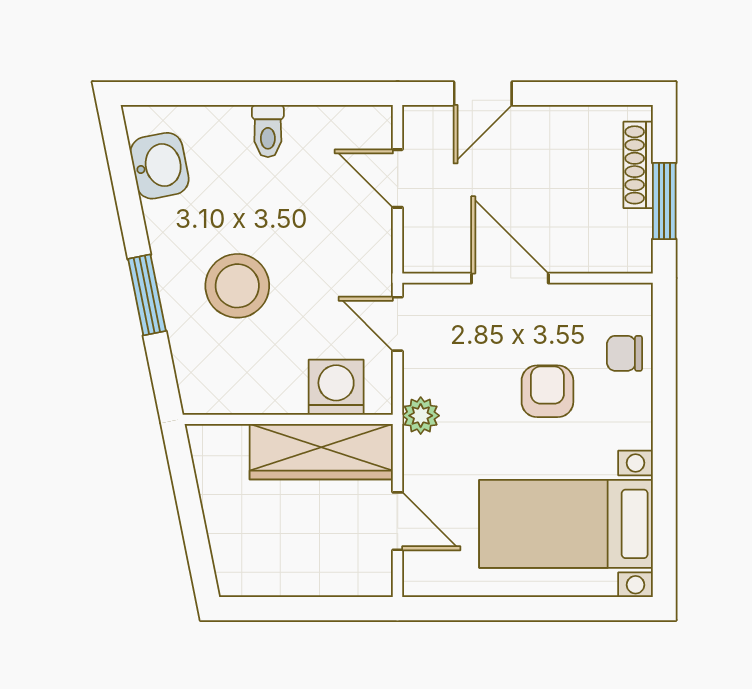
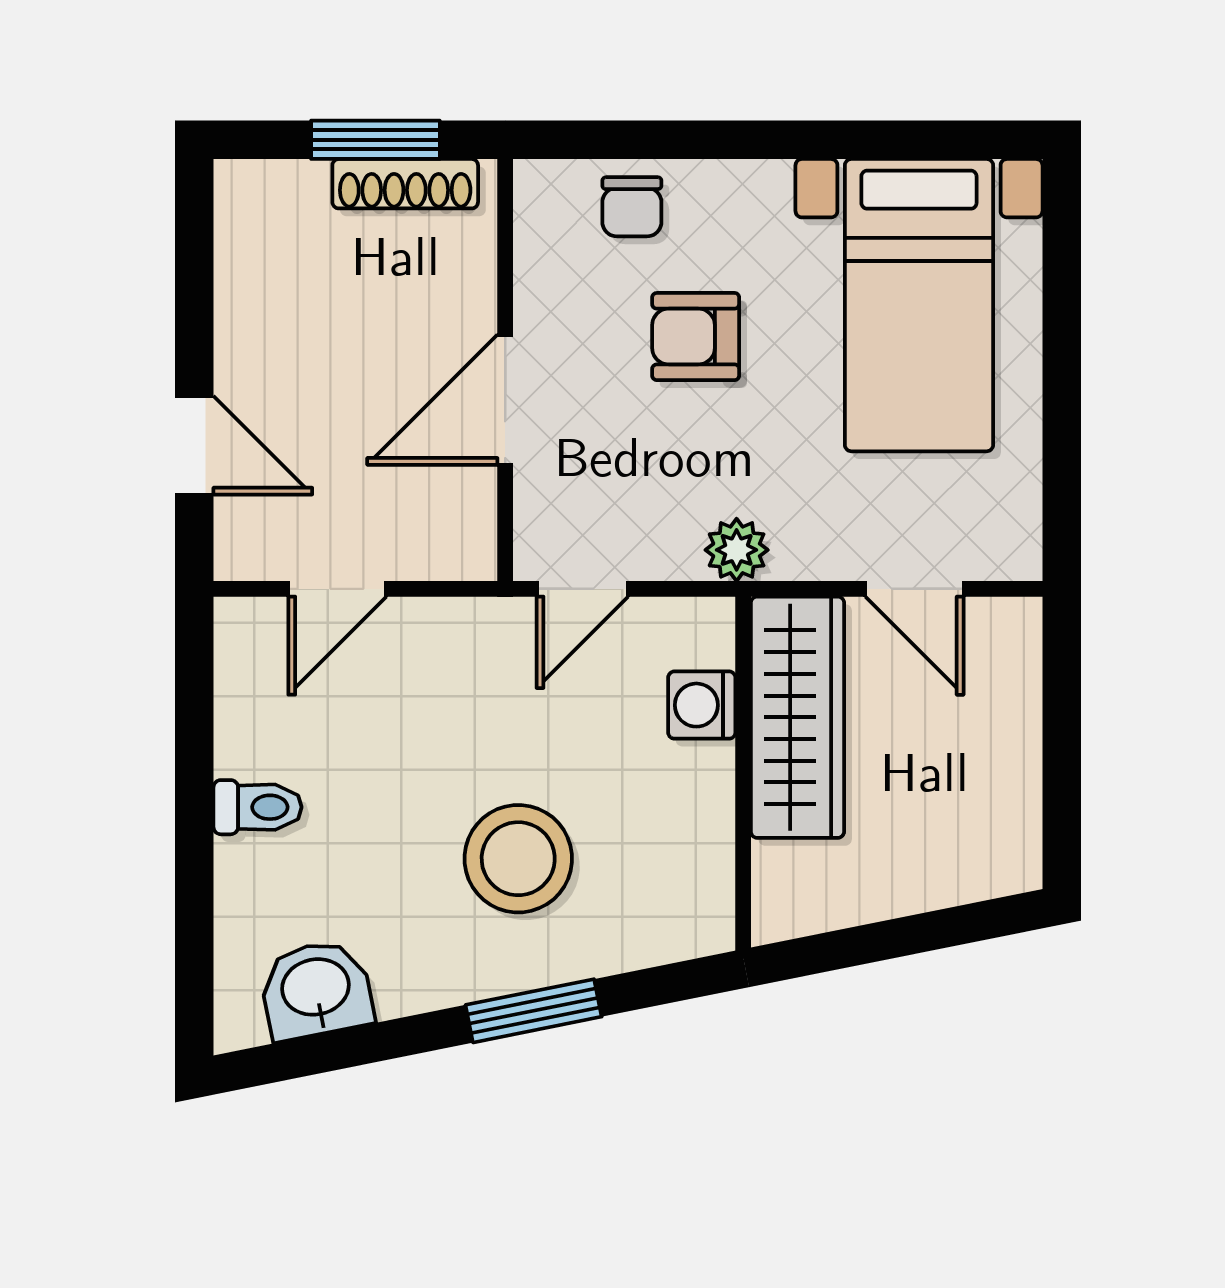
shoe rack: (638, 165) -> (405, 184), moved
washing machine: (336, 387) -> (702, 705), width x0.73, depth x0.73
door: (398, 521) -> (914, 589), swing flipped

